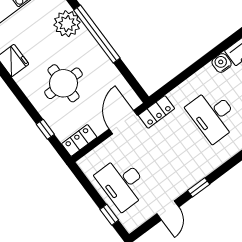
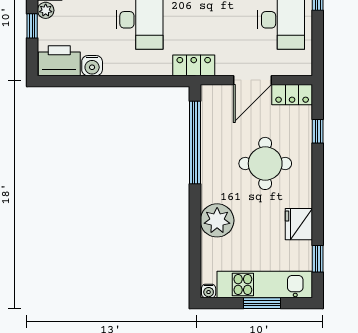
window: (97, 34) -> (195, 142), moved
door: (123, 122) -> (252, 80), moved

